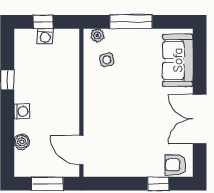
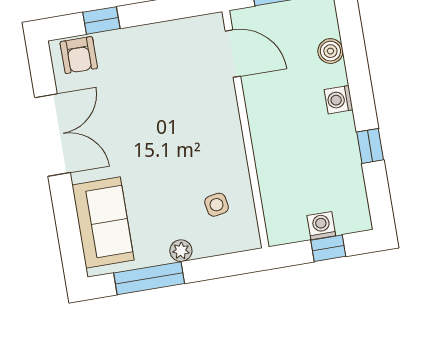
window: (131, 22) -> (149, 278), moved
plant: (97, 35) -> (181, 251), moved
armchair: (175, 165) -> (79, 55), turned 90

